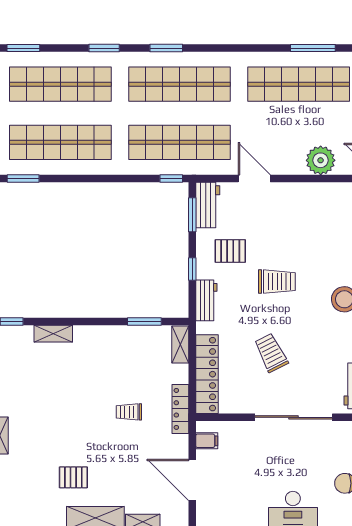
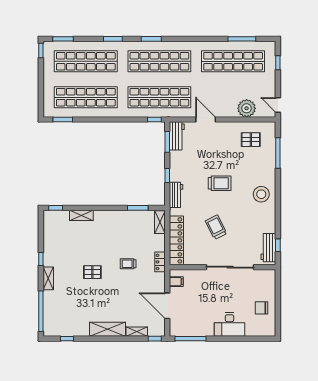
pallet: (230, 251) -> (251, 140), moved
locker: (180, 409) -> (160, 262), width x0.66
pallet: (73, 477) -> (92, 272), moved

